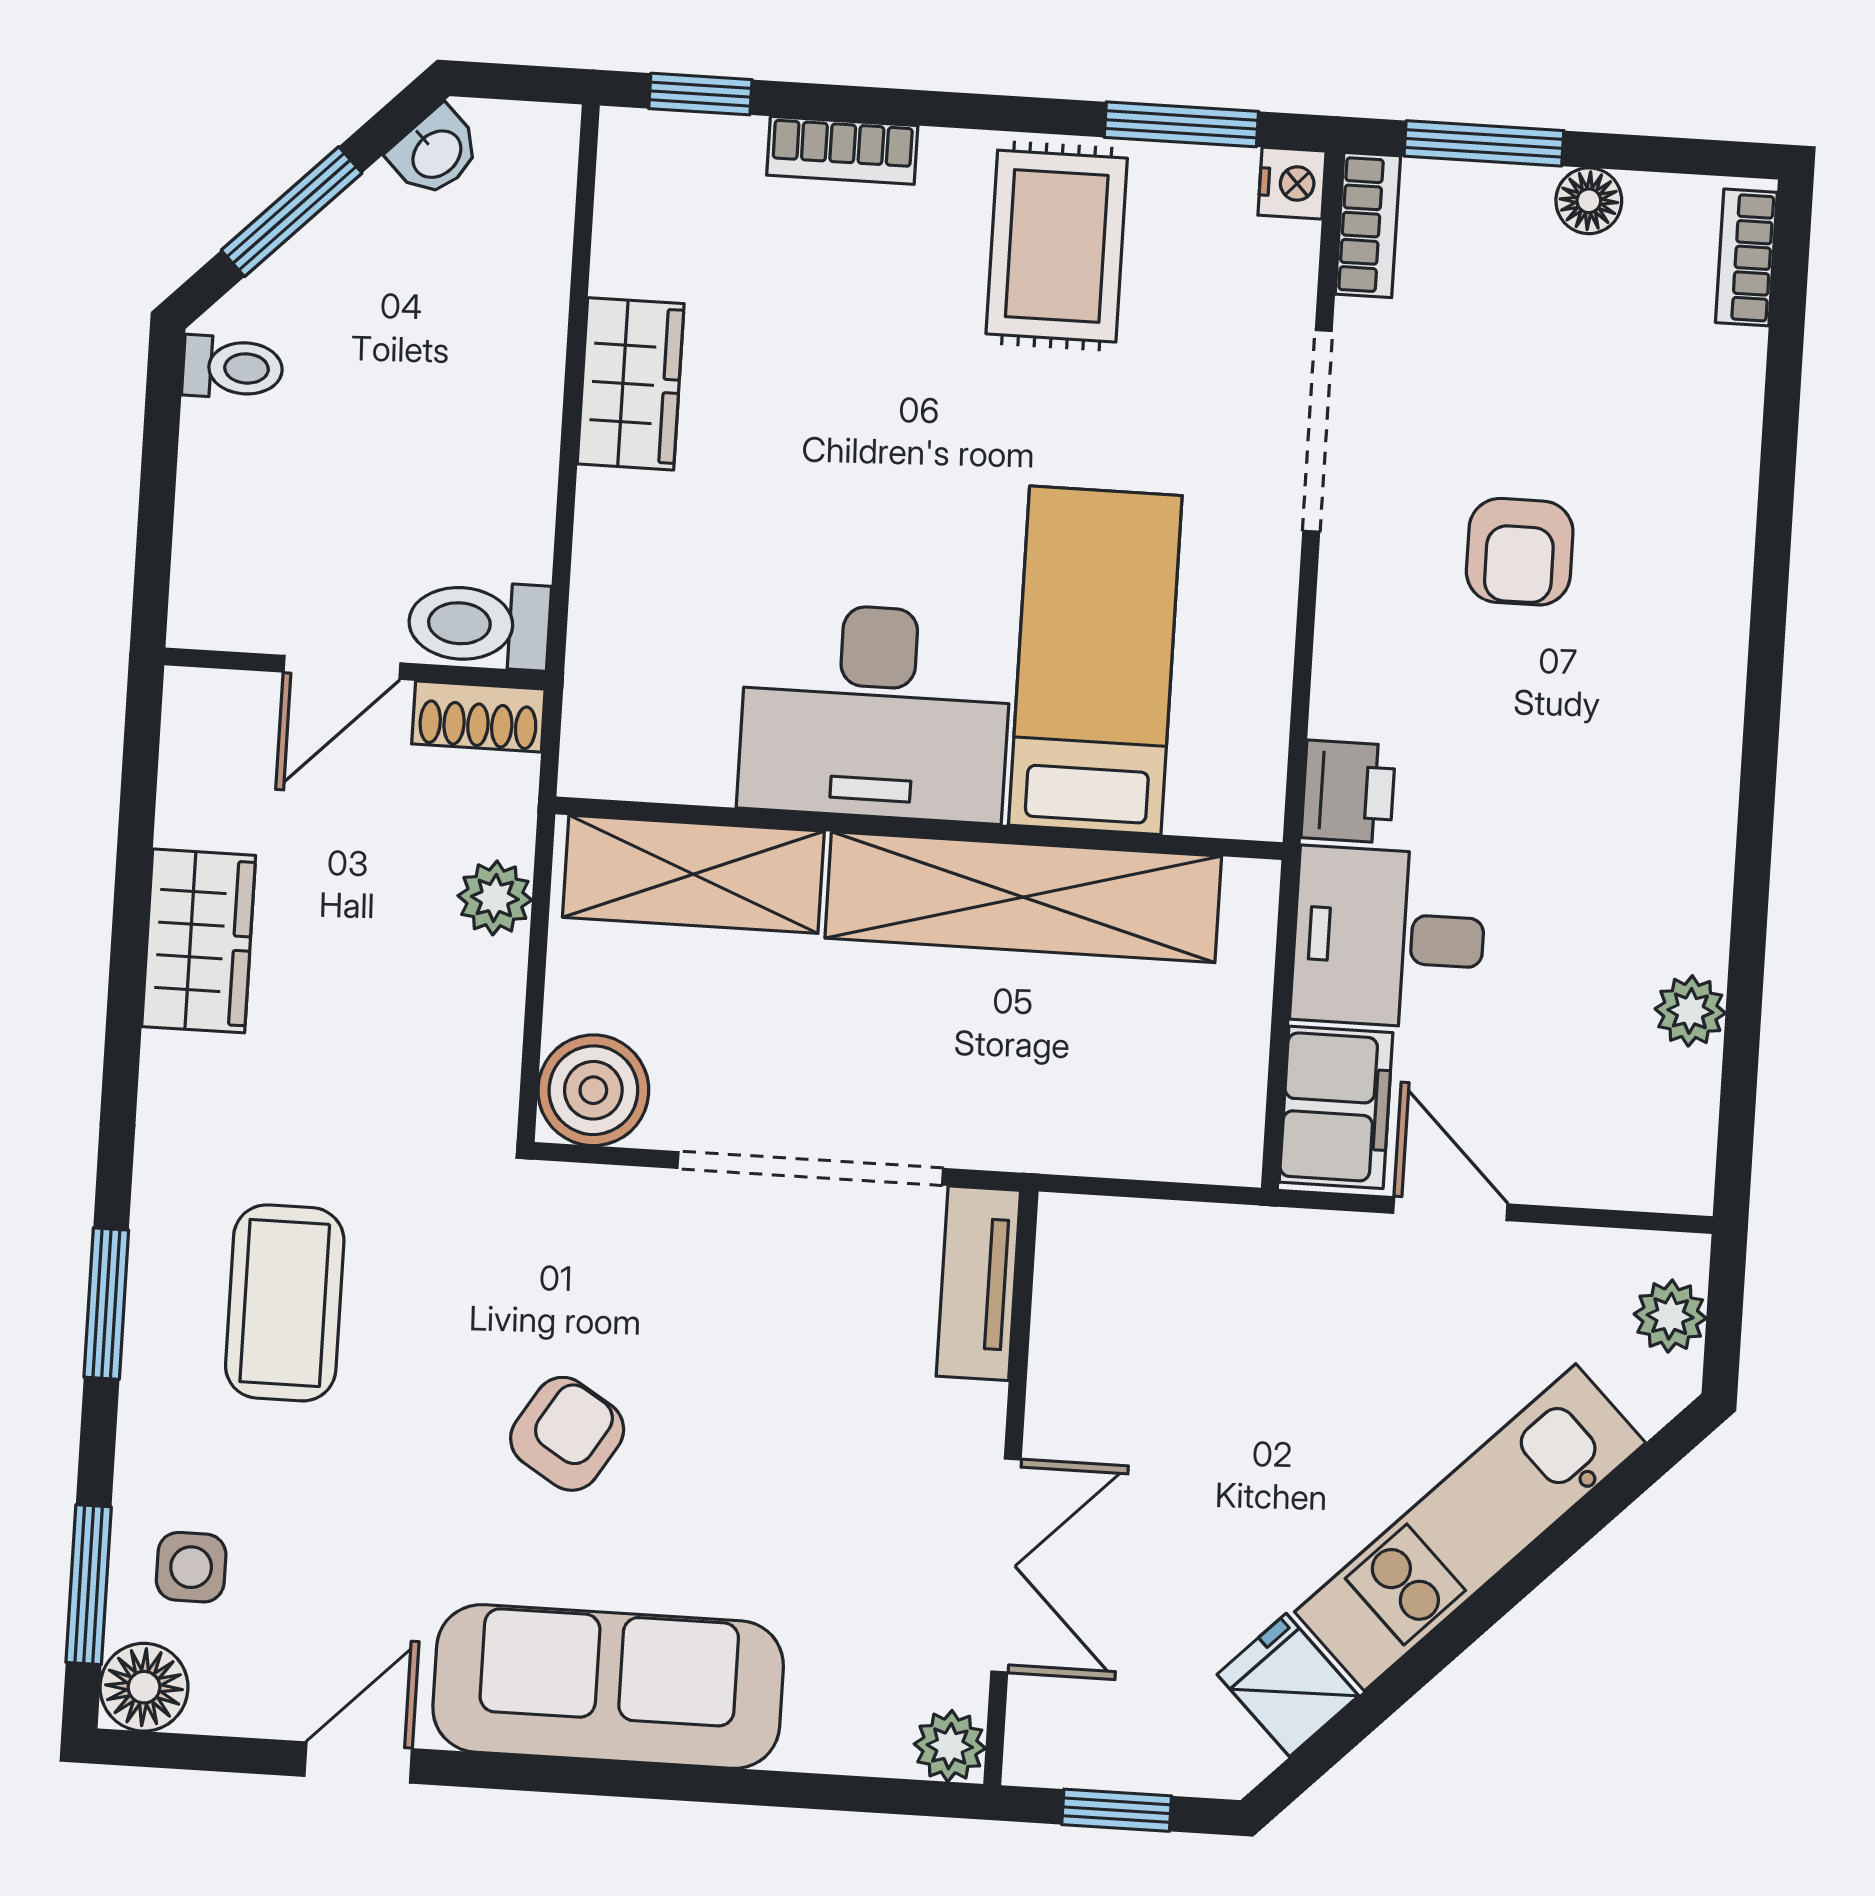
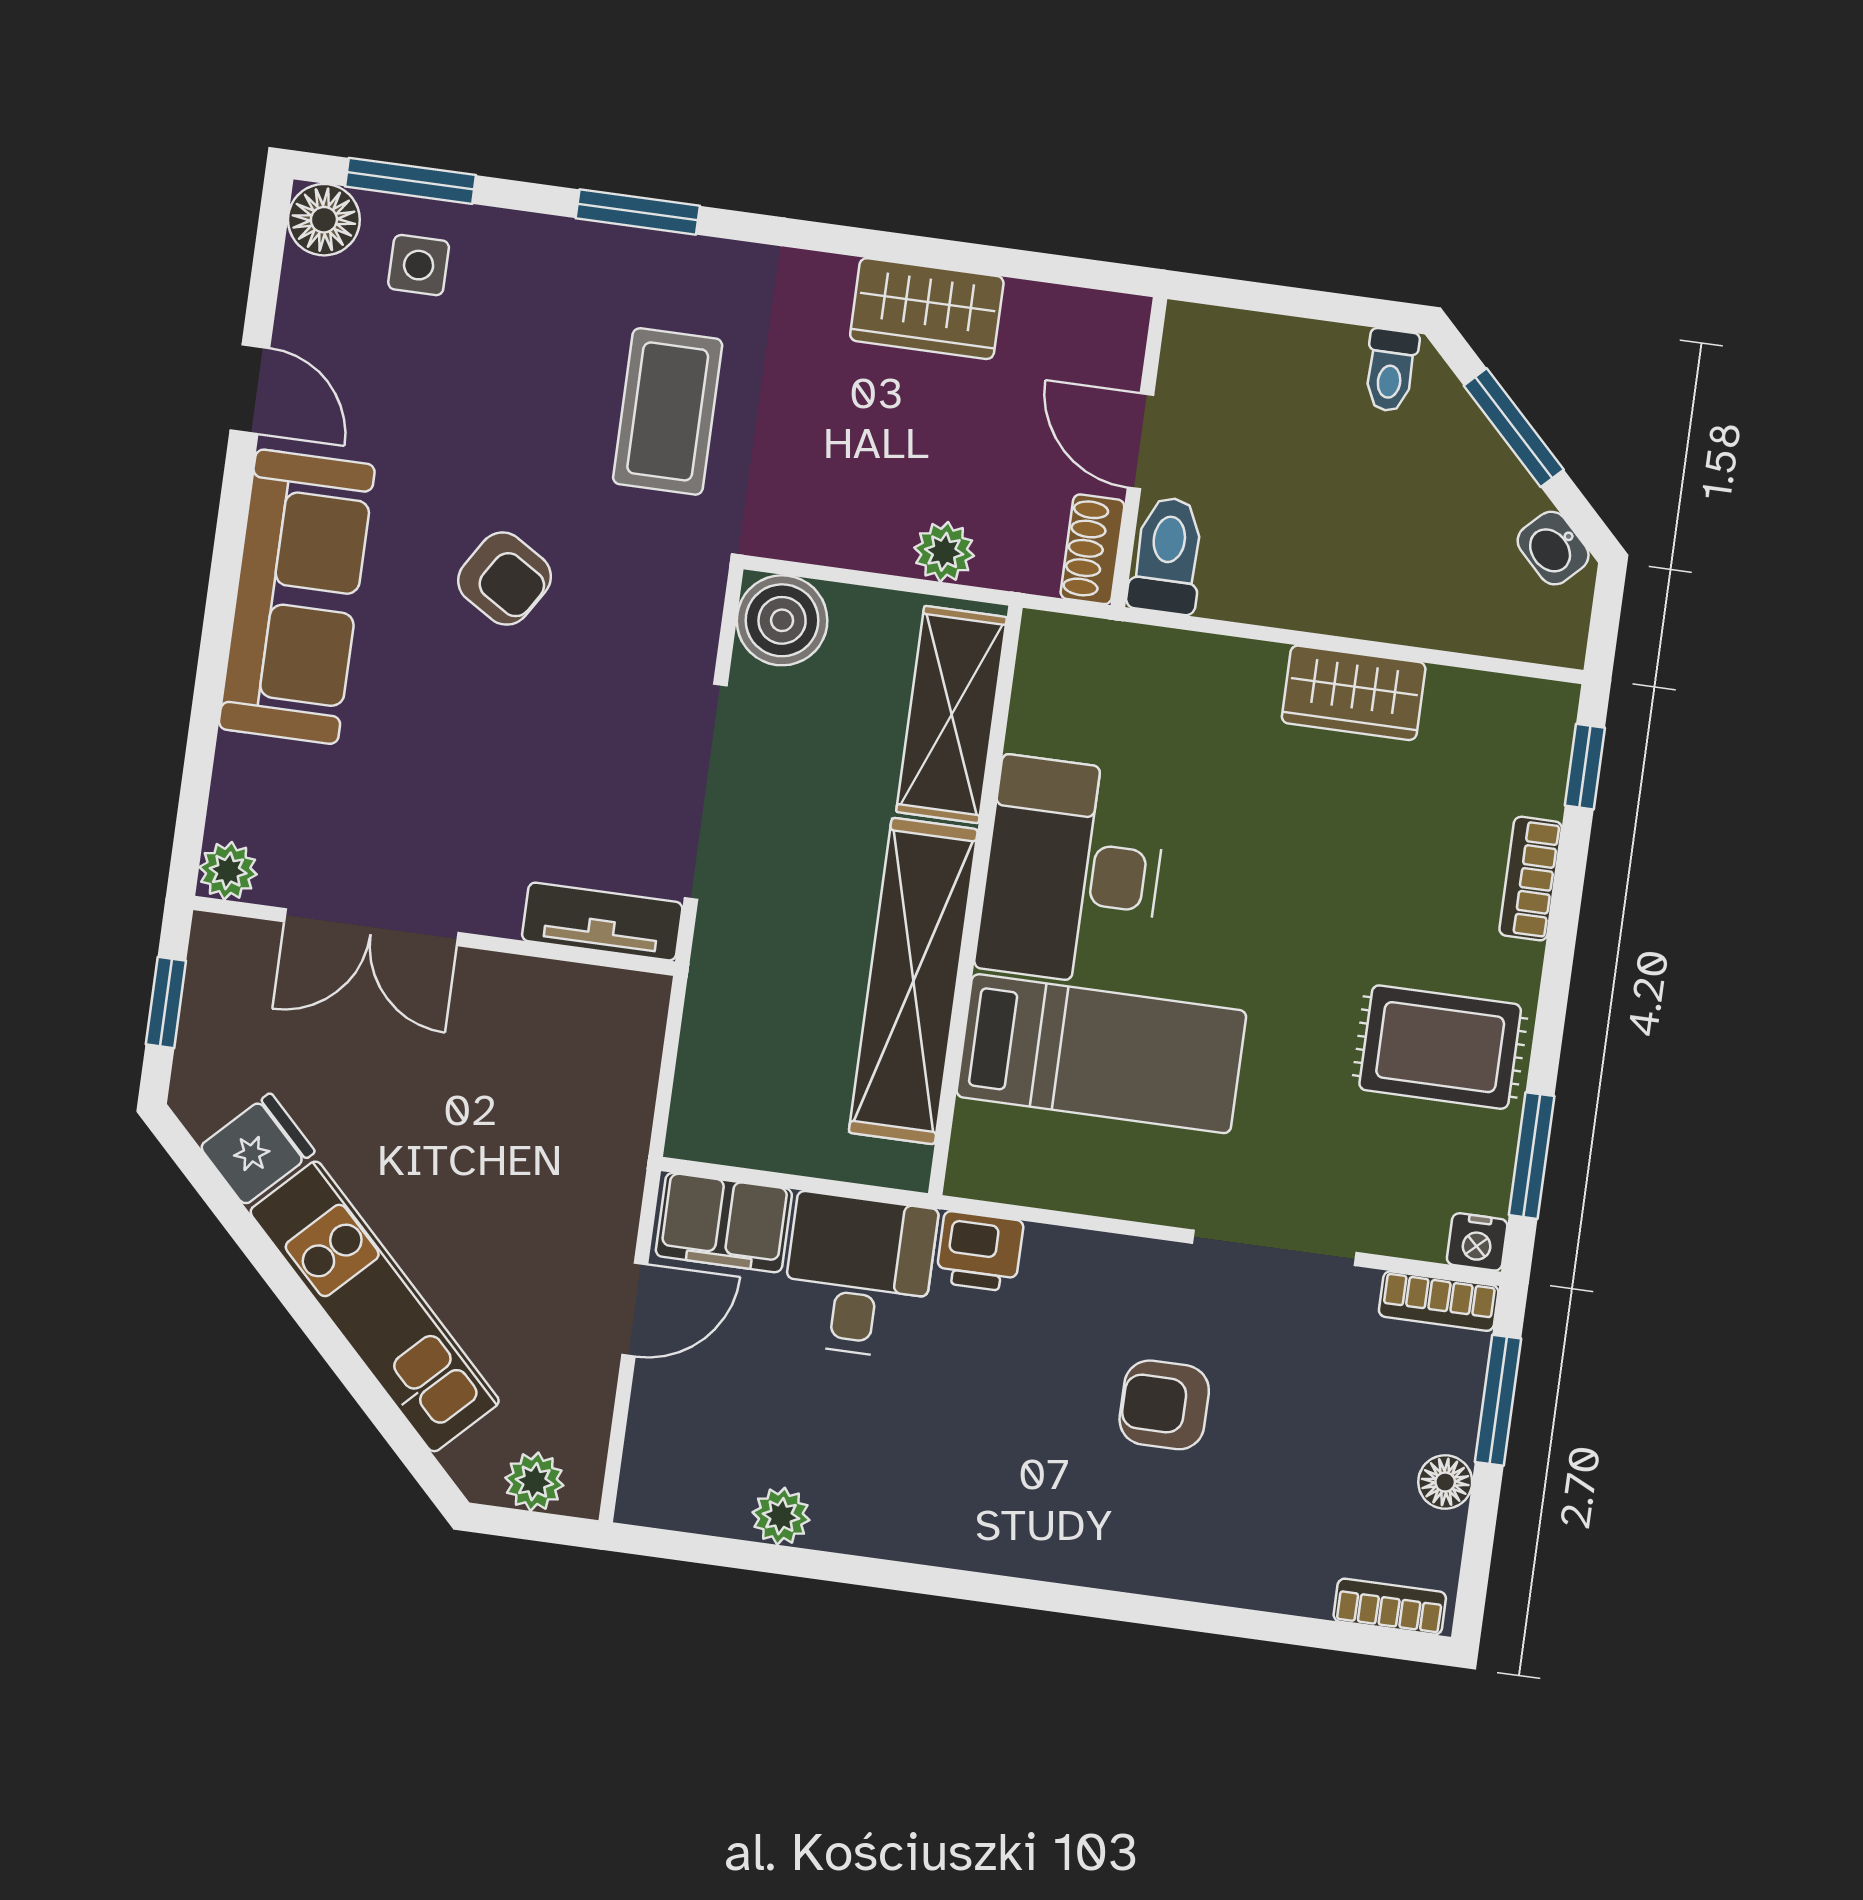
coffee table: (285, 1303) -> (668, 411), moved, turned 90

